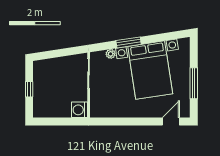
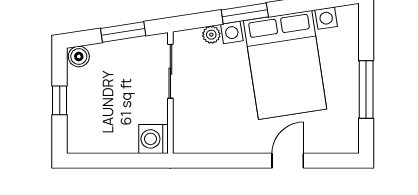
window: (63, 52) -> (123, 32), added
boiler: (39, 66) -> (79, 56), added
door: (171, 121) -> (288, 161), moved

